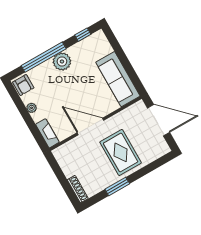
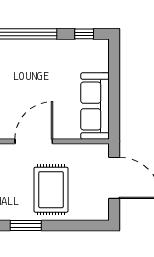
plant: (62, 62) -> (44, 50), removed
door: (90, 126) -> (34, 141), hinge flipped

